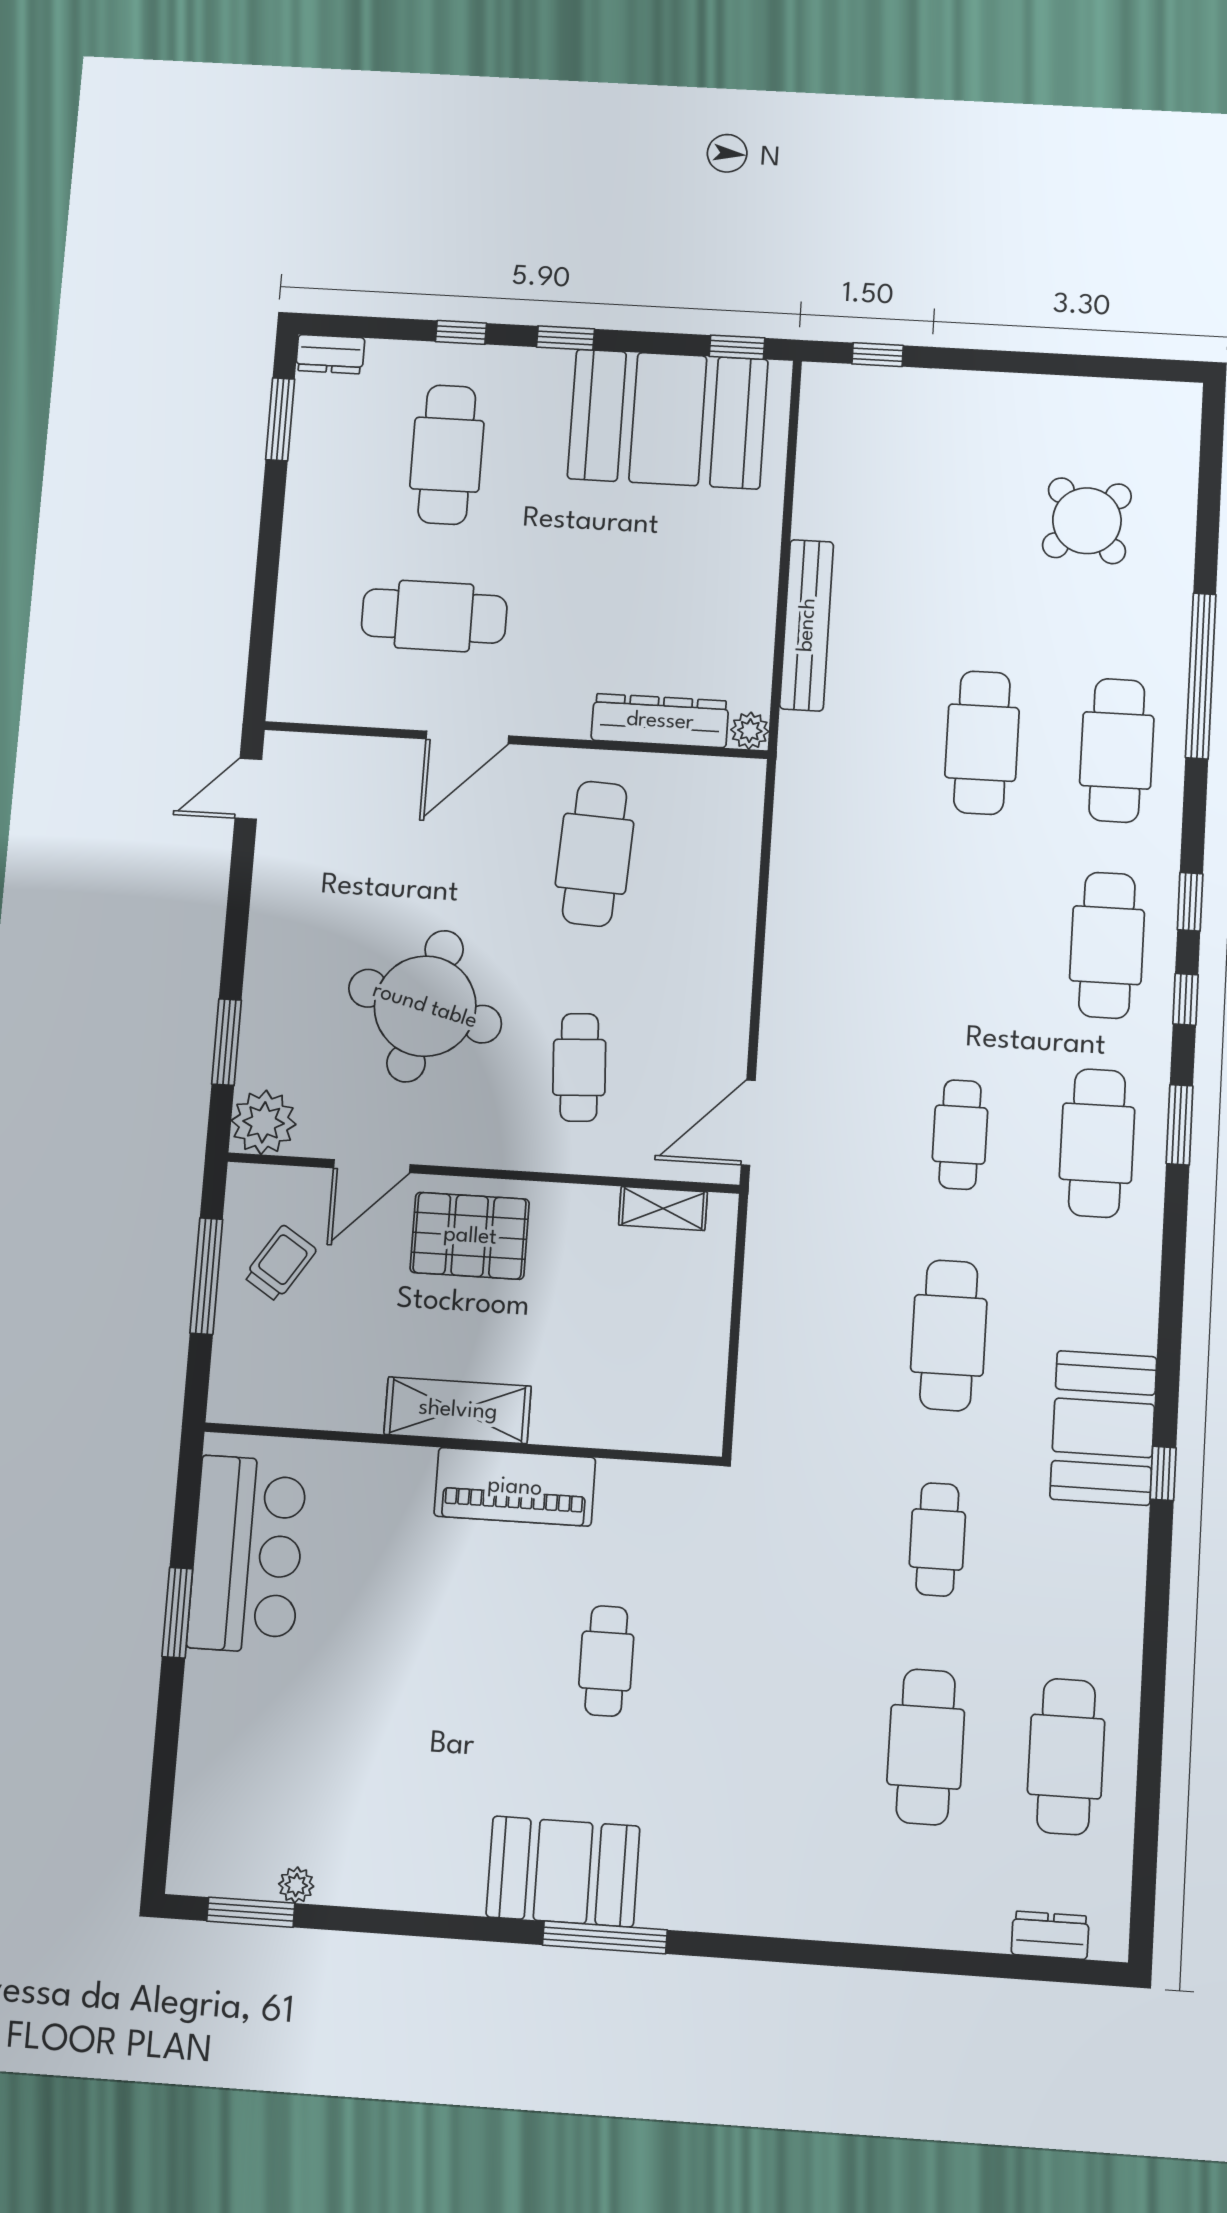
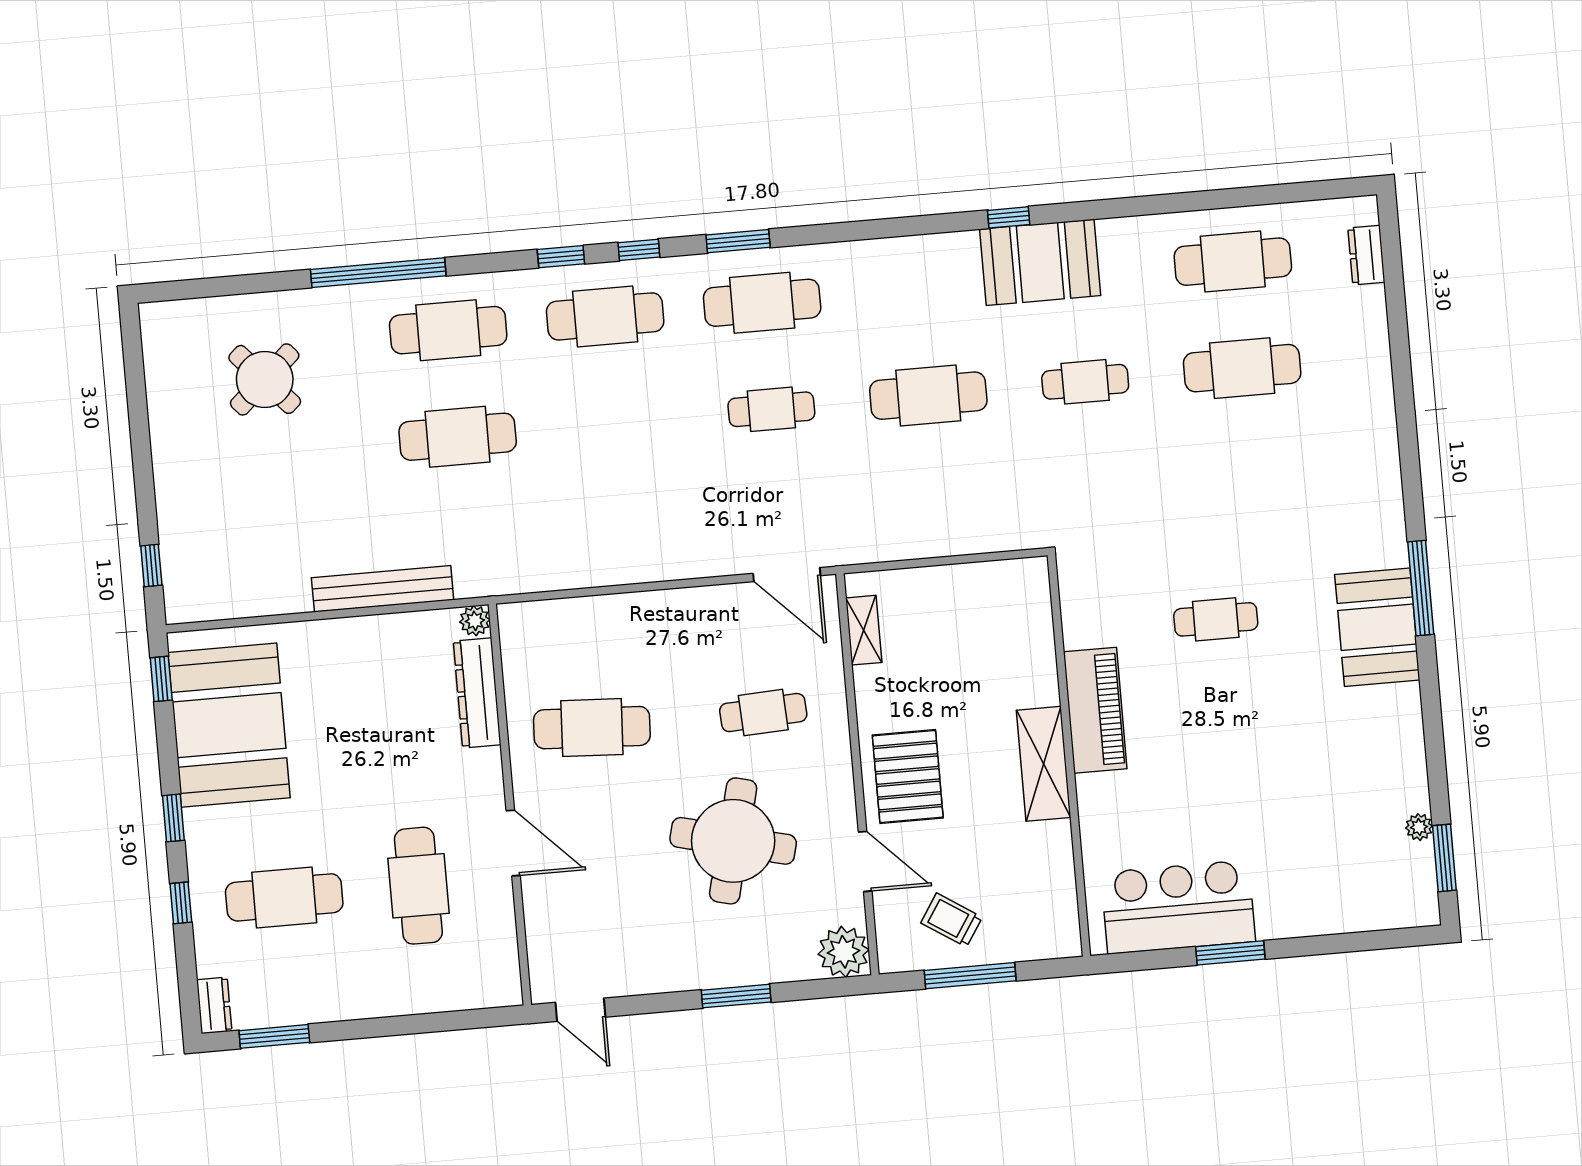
window: (227, 1042) -> (736, 996), moved
booth: (1103, 1428) -> (1040, 262), moved

